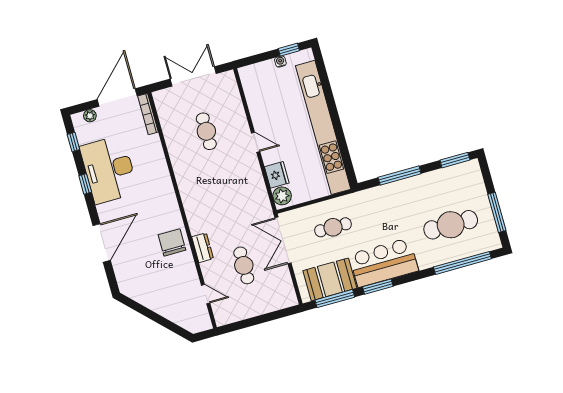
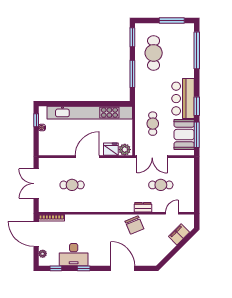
door: (256, 142) -> (87, 157), width x1.87
desk: (109, 170) -> (74, 255), width x0.73, depth x0.77
cafe table: (451, 225) -> (154, 53), moved
chair: (172, 242) -> (134, 225), turned -113
filing cabinet: (177, 314) -> (179, 234), added

